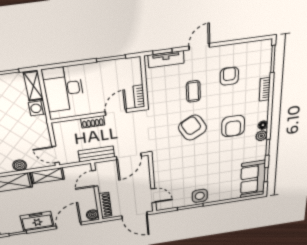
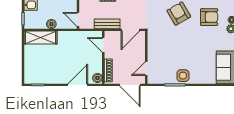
armchair: (233, 126) -> (209, 17), turned -90
shelving: (47, 176) -> (69, 36), removed
door: (95, 179) -> (103, 45), hinge flipped
door: (153, 196) -> (146, 69), swing flipped
freezer: (37, 221) -> (54, 76), removed

